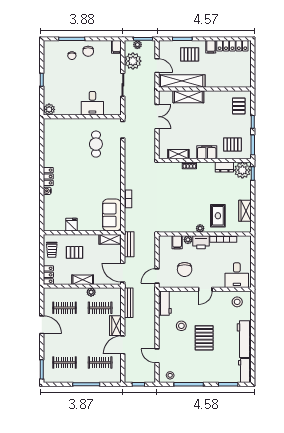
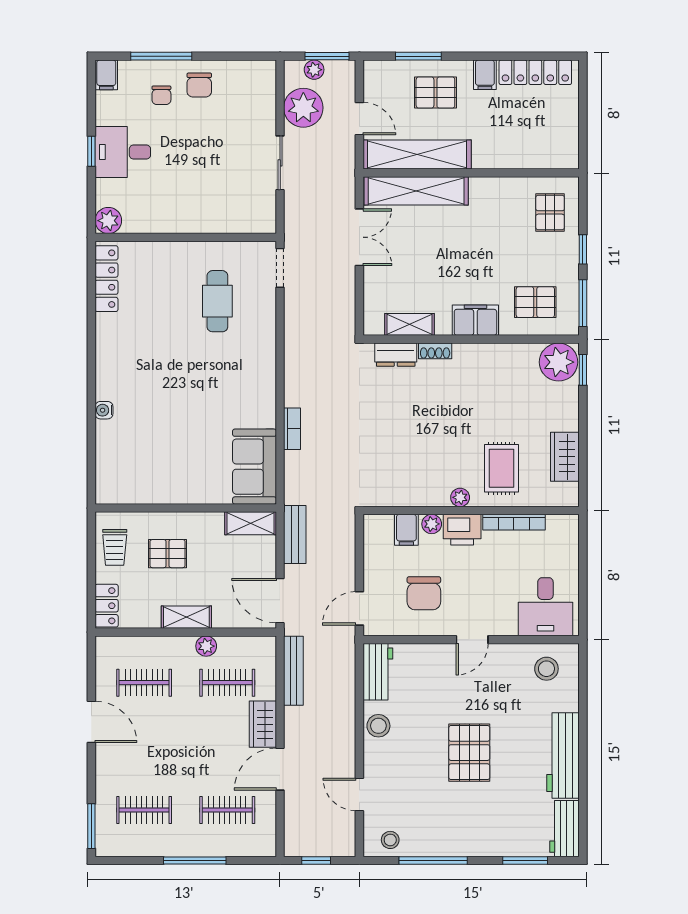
filing cabinet: (116, 47) -> (106, 75), moved
shelving: (188, 97) -> (416, 191), width x1.47
desk: (92, 103) -> (123, 152), moved, turned 90
dresser: (224, 167) -> (396, 355), moved
locker: (48, 177) -> (106, 279), moved, width x1.53
fridge: (71, 225) -> (160, 489), removed
stool: (181, 326) -> (378, 726), moved

